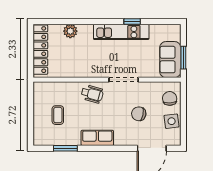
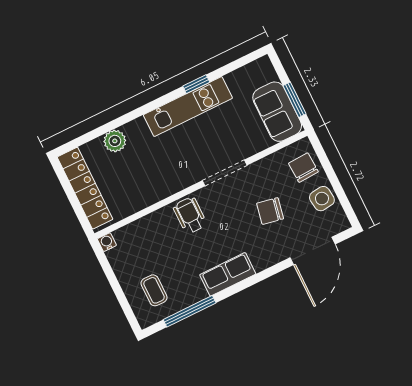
water cooler: (38, 86) -> (107, 242), added
wheelchair: (92, 94) -> (190, 215), turned -105
coffee table: (58, 115) -> (154, 290), moved
window: (65, 148) -> (190, 311), width x1.44

